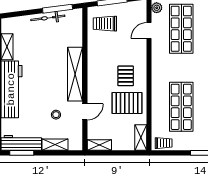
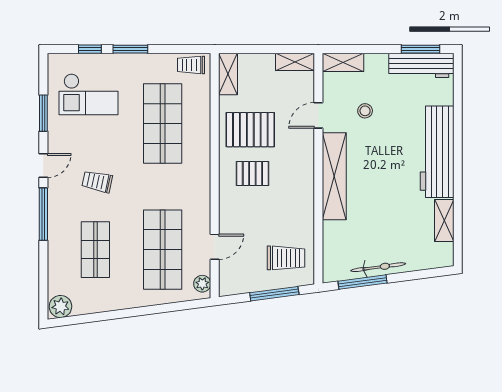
pallet: (126, 76) -> (252, 173), turned 90
shelving: (55, 145) -> (343, 62), moved

